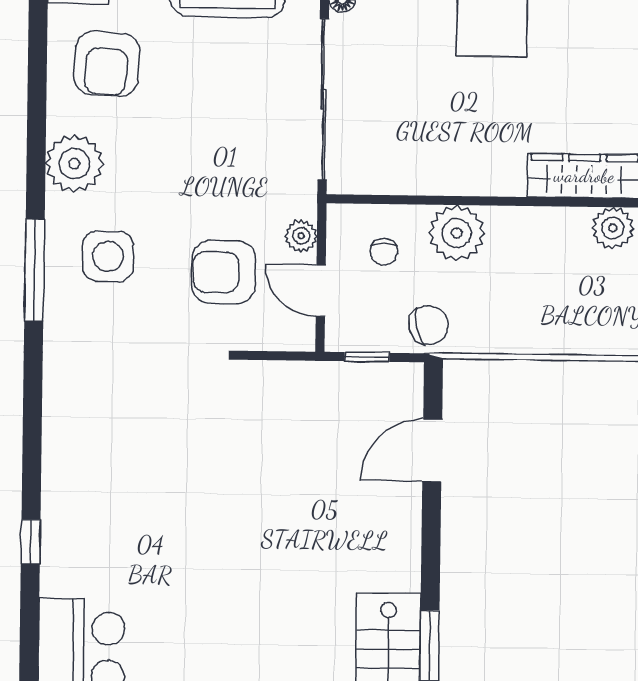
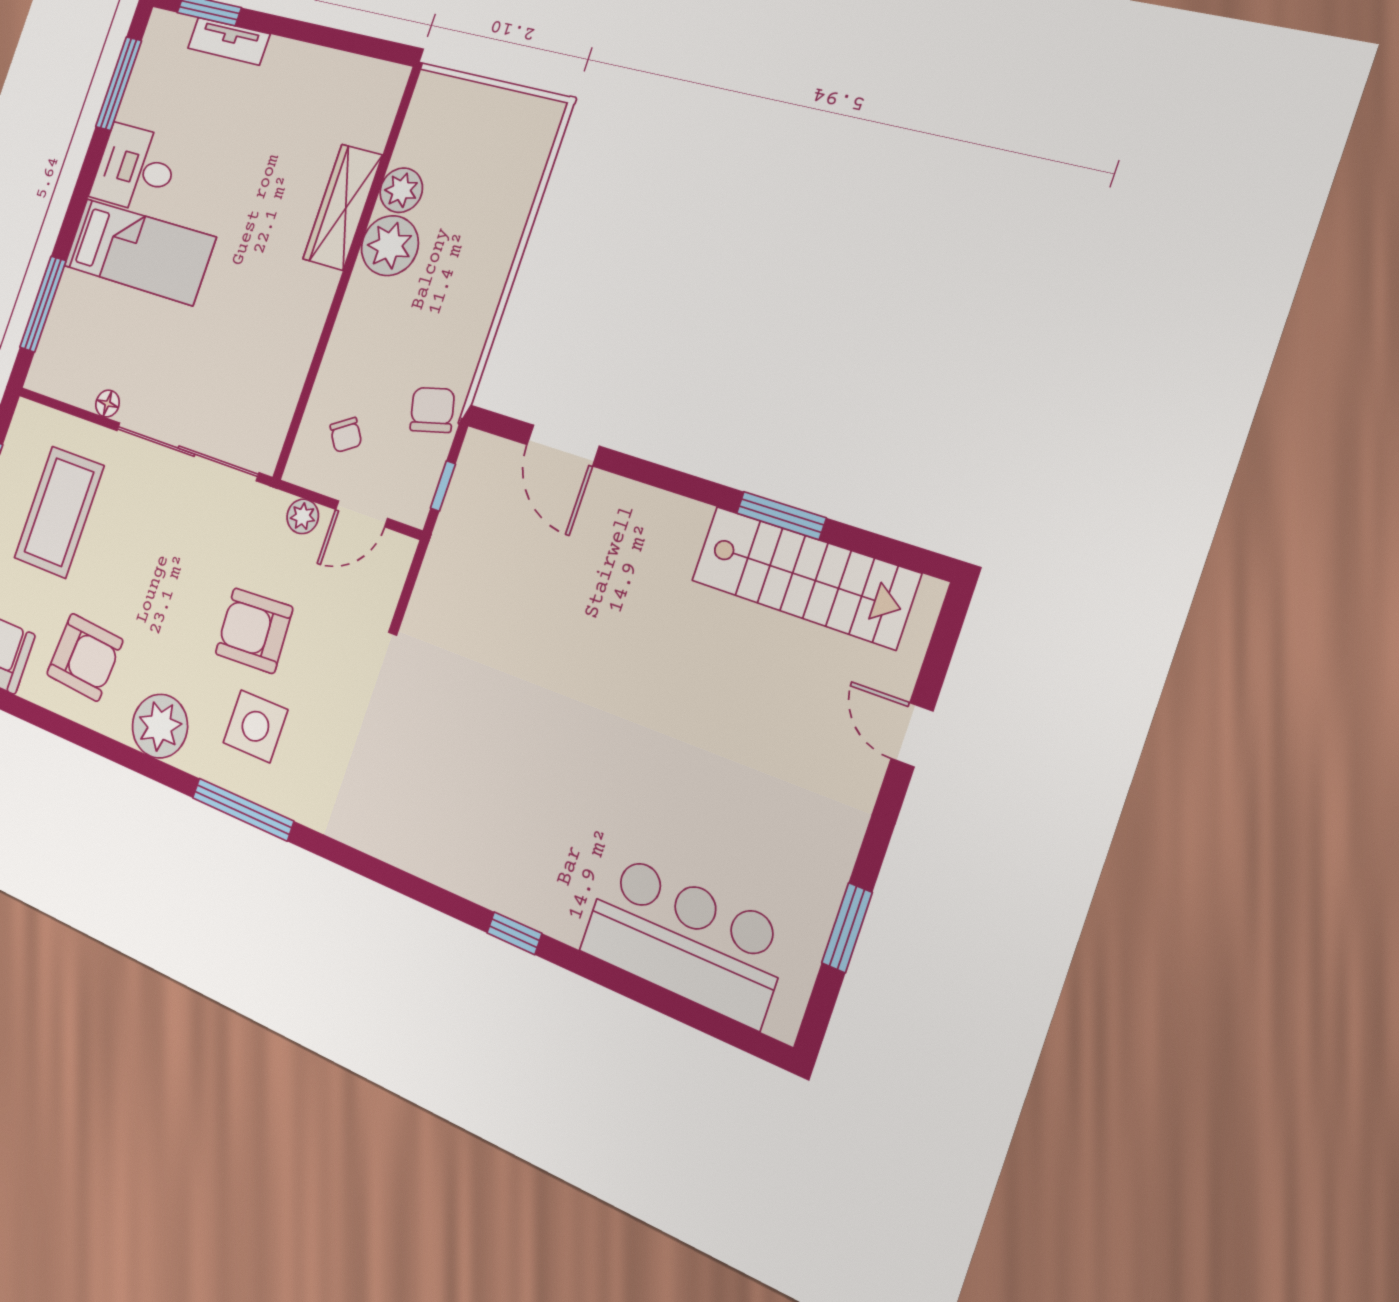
plant: (457, 233) -> (390, 246), moved
chair: (384, 252) -> (346, 435), turned 57
armchair: (224, 272) -> (254, 631), moved, turned 87

